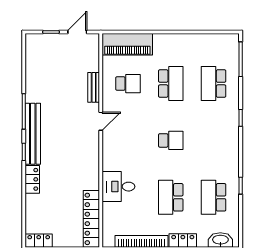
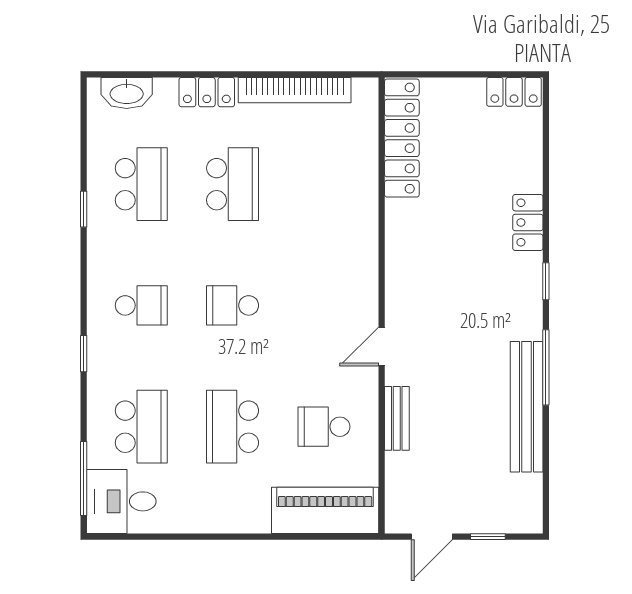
bench: (33, 134) -> (527, 407), moved
school desk: (214, 140) -> (141, 305), added
desk: (119, 187) -> (121, 501), moved, turned 180

